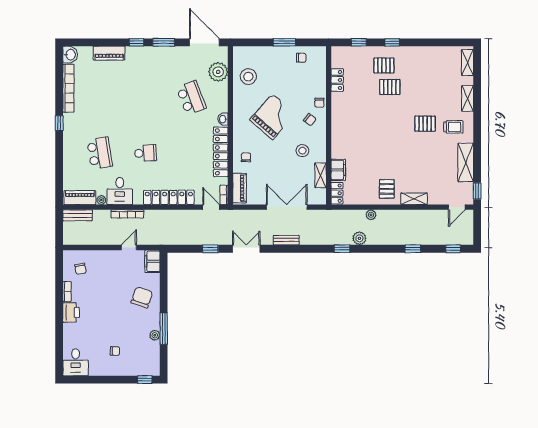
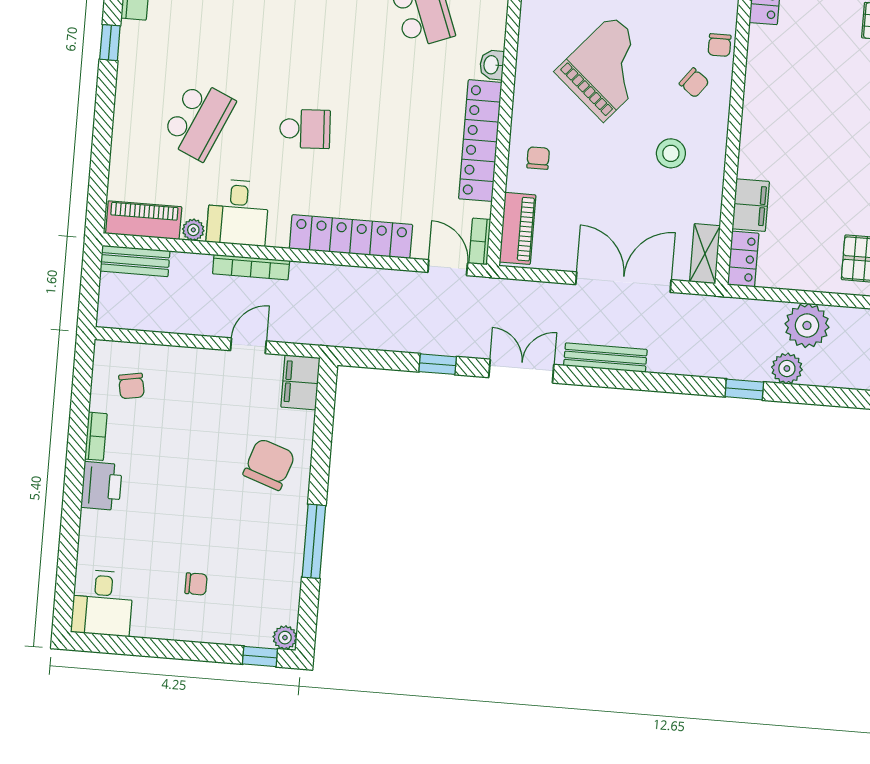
school desk: (100, 153) -> (198, 120), turned 33
shelving: (320, 175) -> (705, 254), moved
plant: (371, 215) -> (807, 325), width x1.88, depth x1.88
bench: (286, 240) -> (605, 358), width x1.36
plant: (155, 335) -> (285, 638), moved

